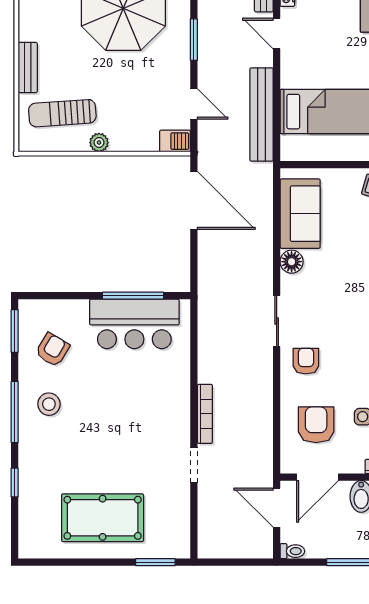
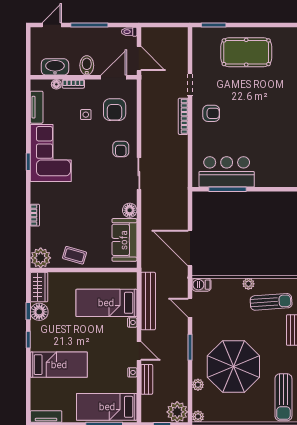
nightstand: (287, 80) -> (132, 322), added
armchair: (52, 350) -> (211, 113), moved, turned -121
stool: (49, 404) -> (279, 122), removed

